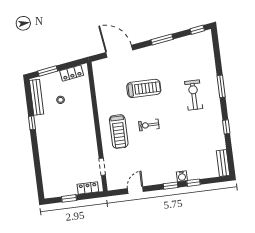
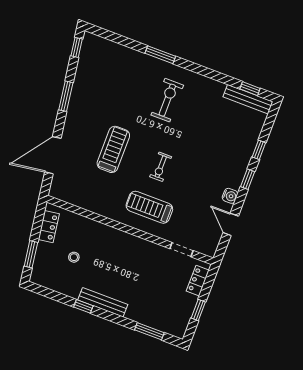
exercise bike: (194, 95) -> (167, 100), moved, turned 90
bench: (37, 97) -> (103, 302), moved
window: (226, 127) -> (250, 89), moved
treadmill: (119, 132) -> (149, 207), turned 180
bench: (223, 163) -> (248, 99), width x1.36
window: (38, 174) -> (149, 331), added
water cooler: (182, 176) -> (230, 196), moved

